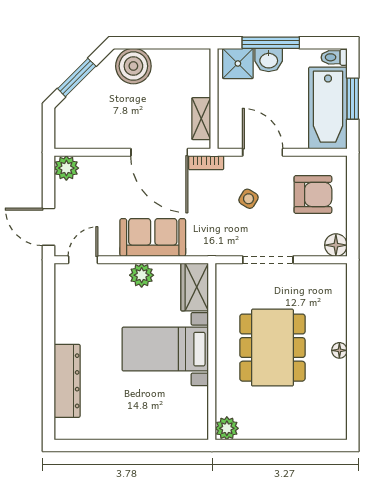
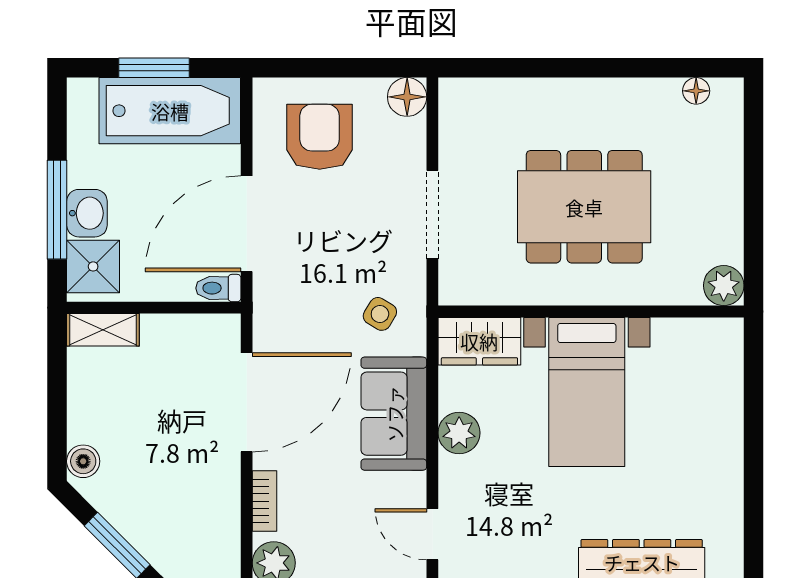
toilet: (334, 57) -> (218, 288), moved, turned 90
boiler: (133, 66) -> (83, 461), width x0.54, depth x0.54
shelving: (201, 119) -> (103, 330), moved
door: (263, 152) -> (247, 224), width x1.36
bookcase: (206, 163) -> (265, 501), moved
side table: (249, 199) -> (380, 314), moved
floor lamp: (339, 350) -> (696, 91), moved

